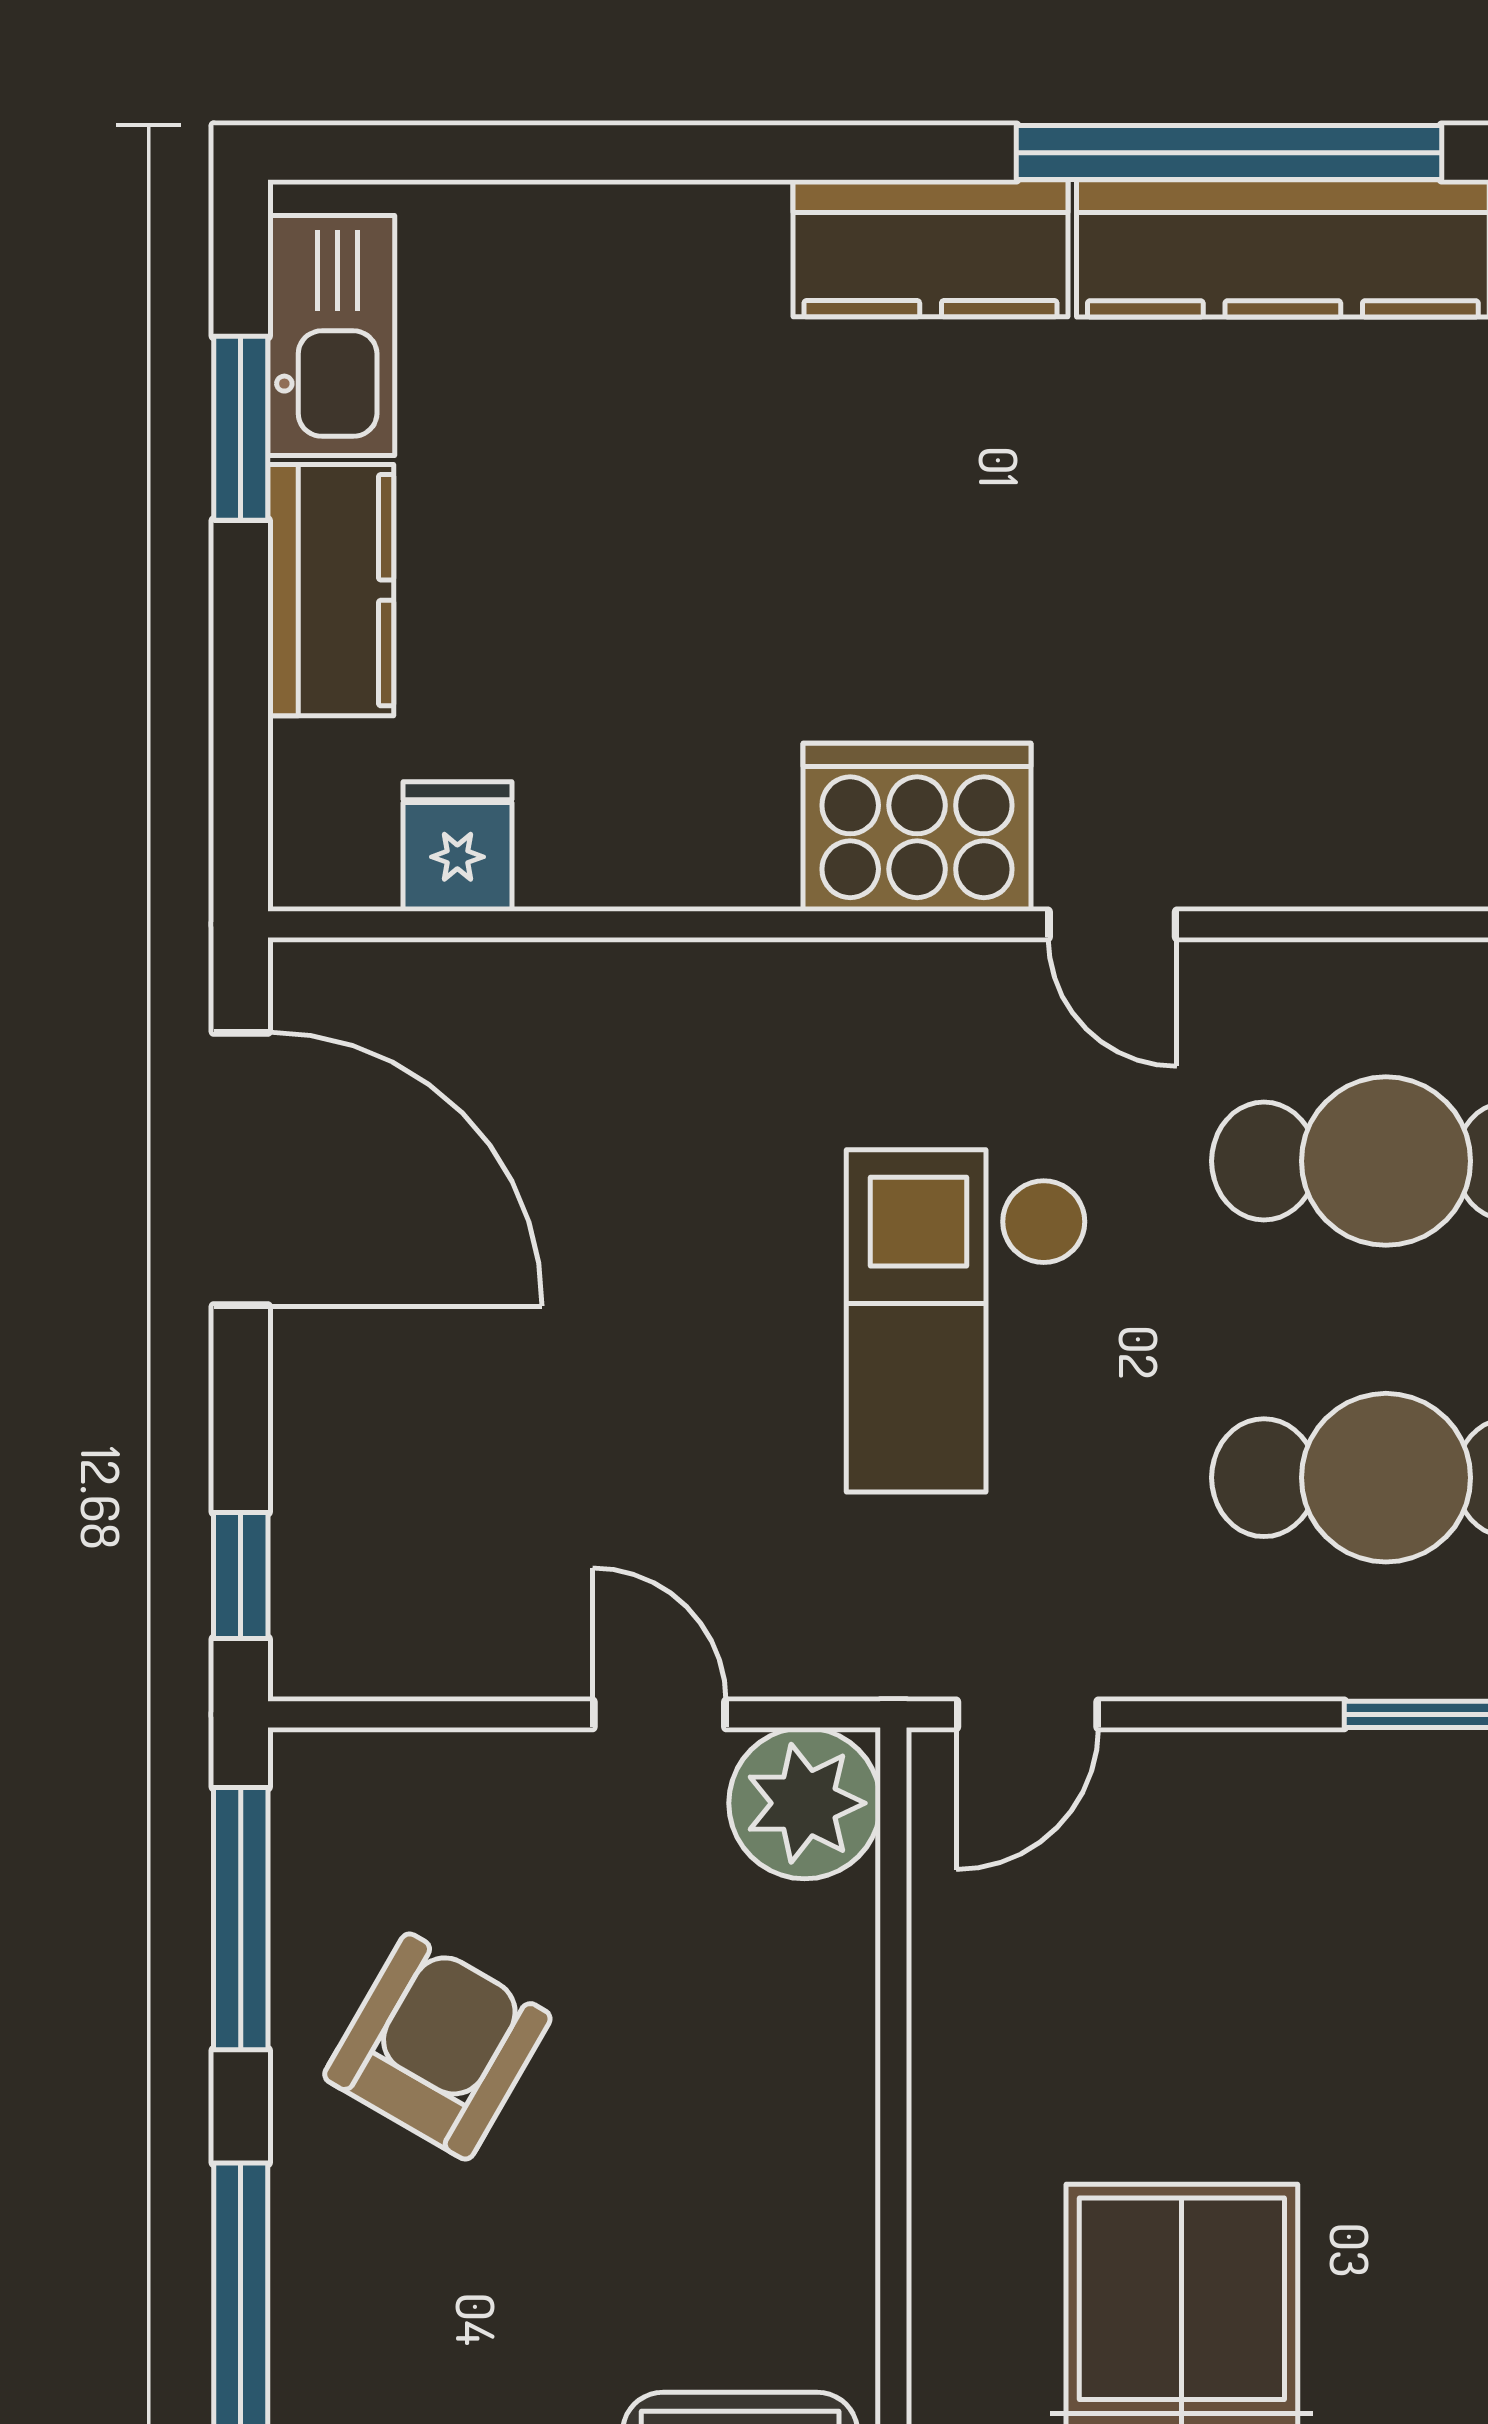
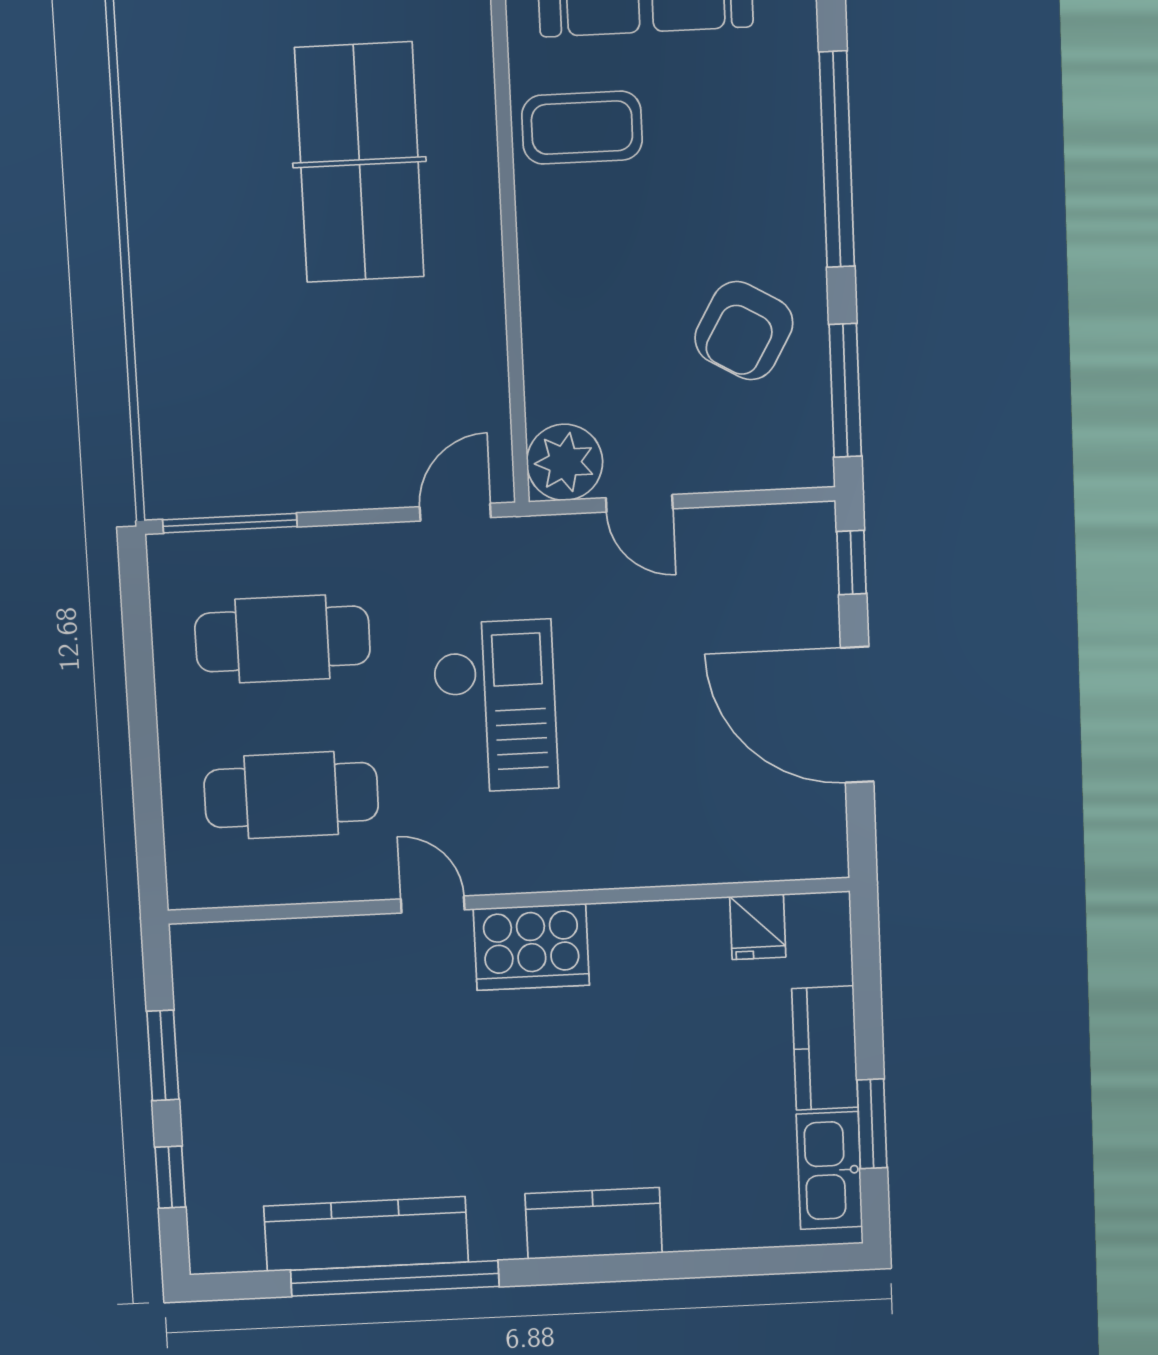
kitchen counter: (931, 248) -> (594, 1223), moved
door: (241, 1169) -> (857, 715), moved

